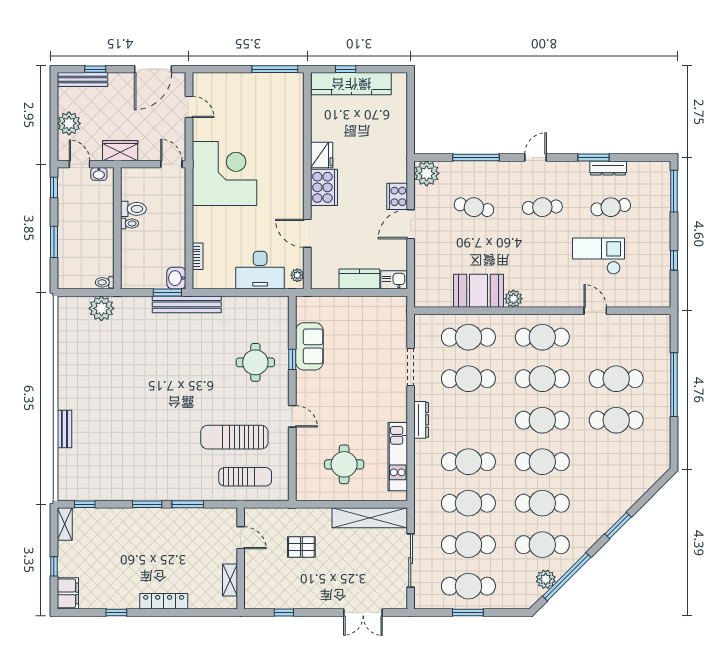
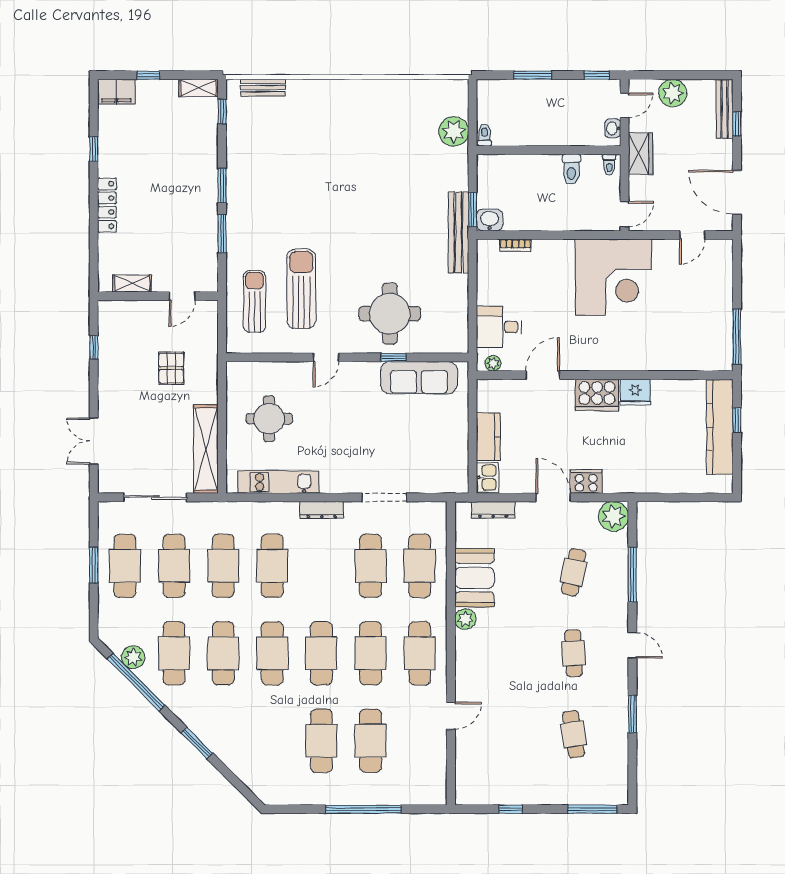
dresser: (608, 168) -> (493, 510), moved, turned -90
toilet: (130, 223) -> (609, 165), moved
checkout: (599, 256) -> (516, 720), removed
desk: (260, 270) -> (499, 327), width x0.73
sofa: (309, 346) -> (419, 378), width x1.36
round table: (255, 362) -> (390, 314), width x1.36, depth x1.36
bench: (64, 429) -> (263, 88), moved
sun lounger: (245, 477) -> (254, 301), turned 180

